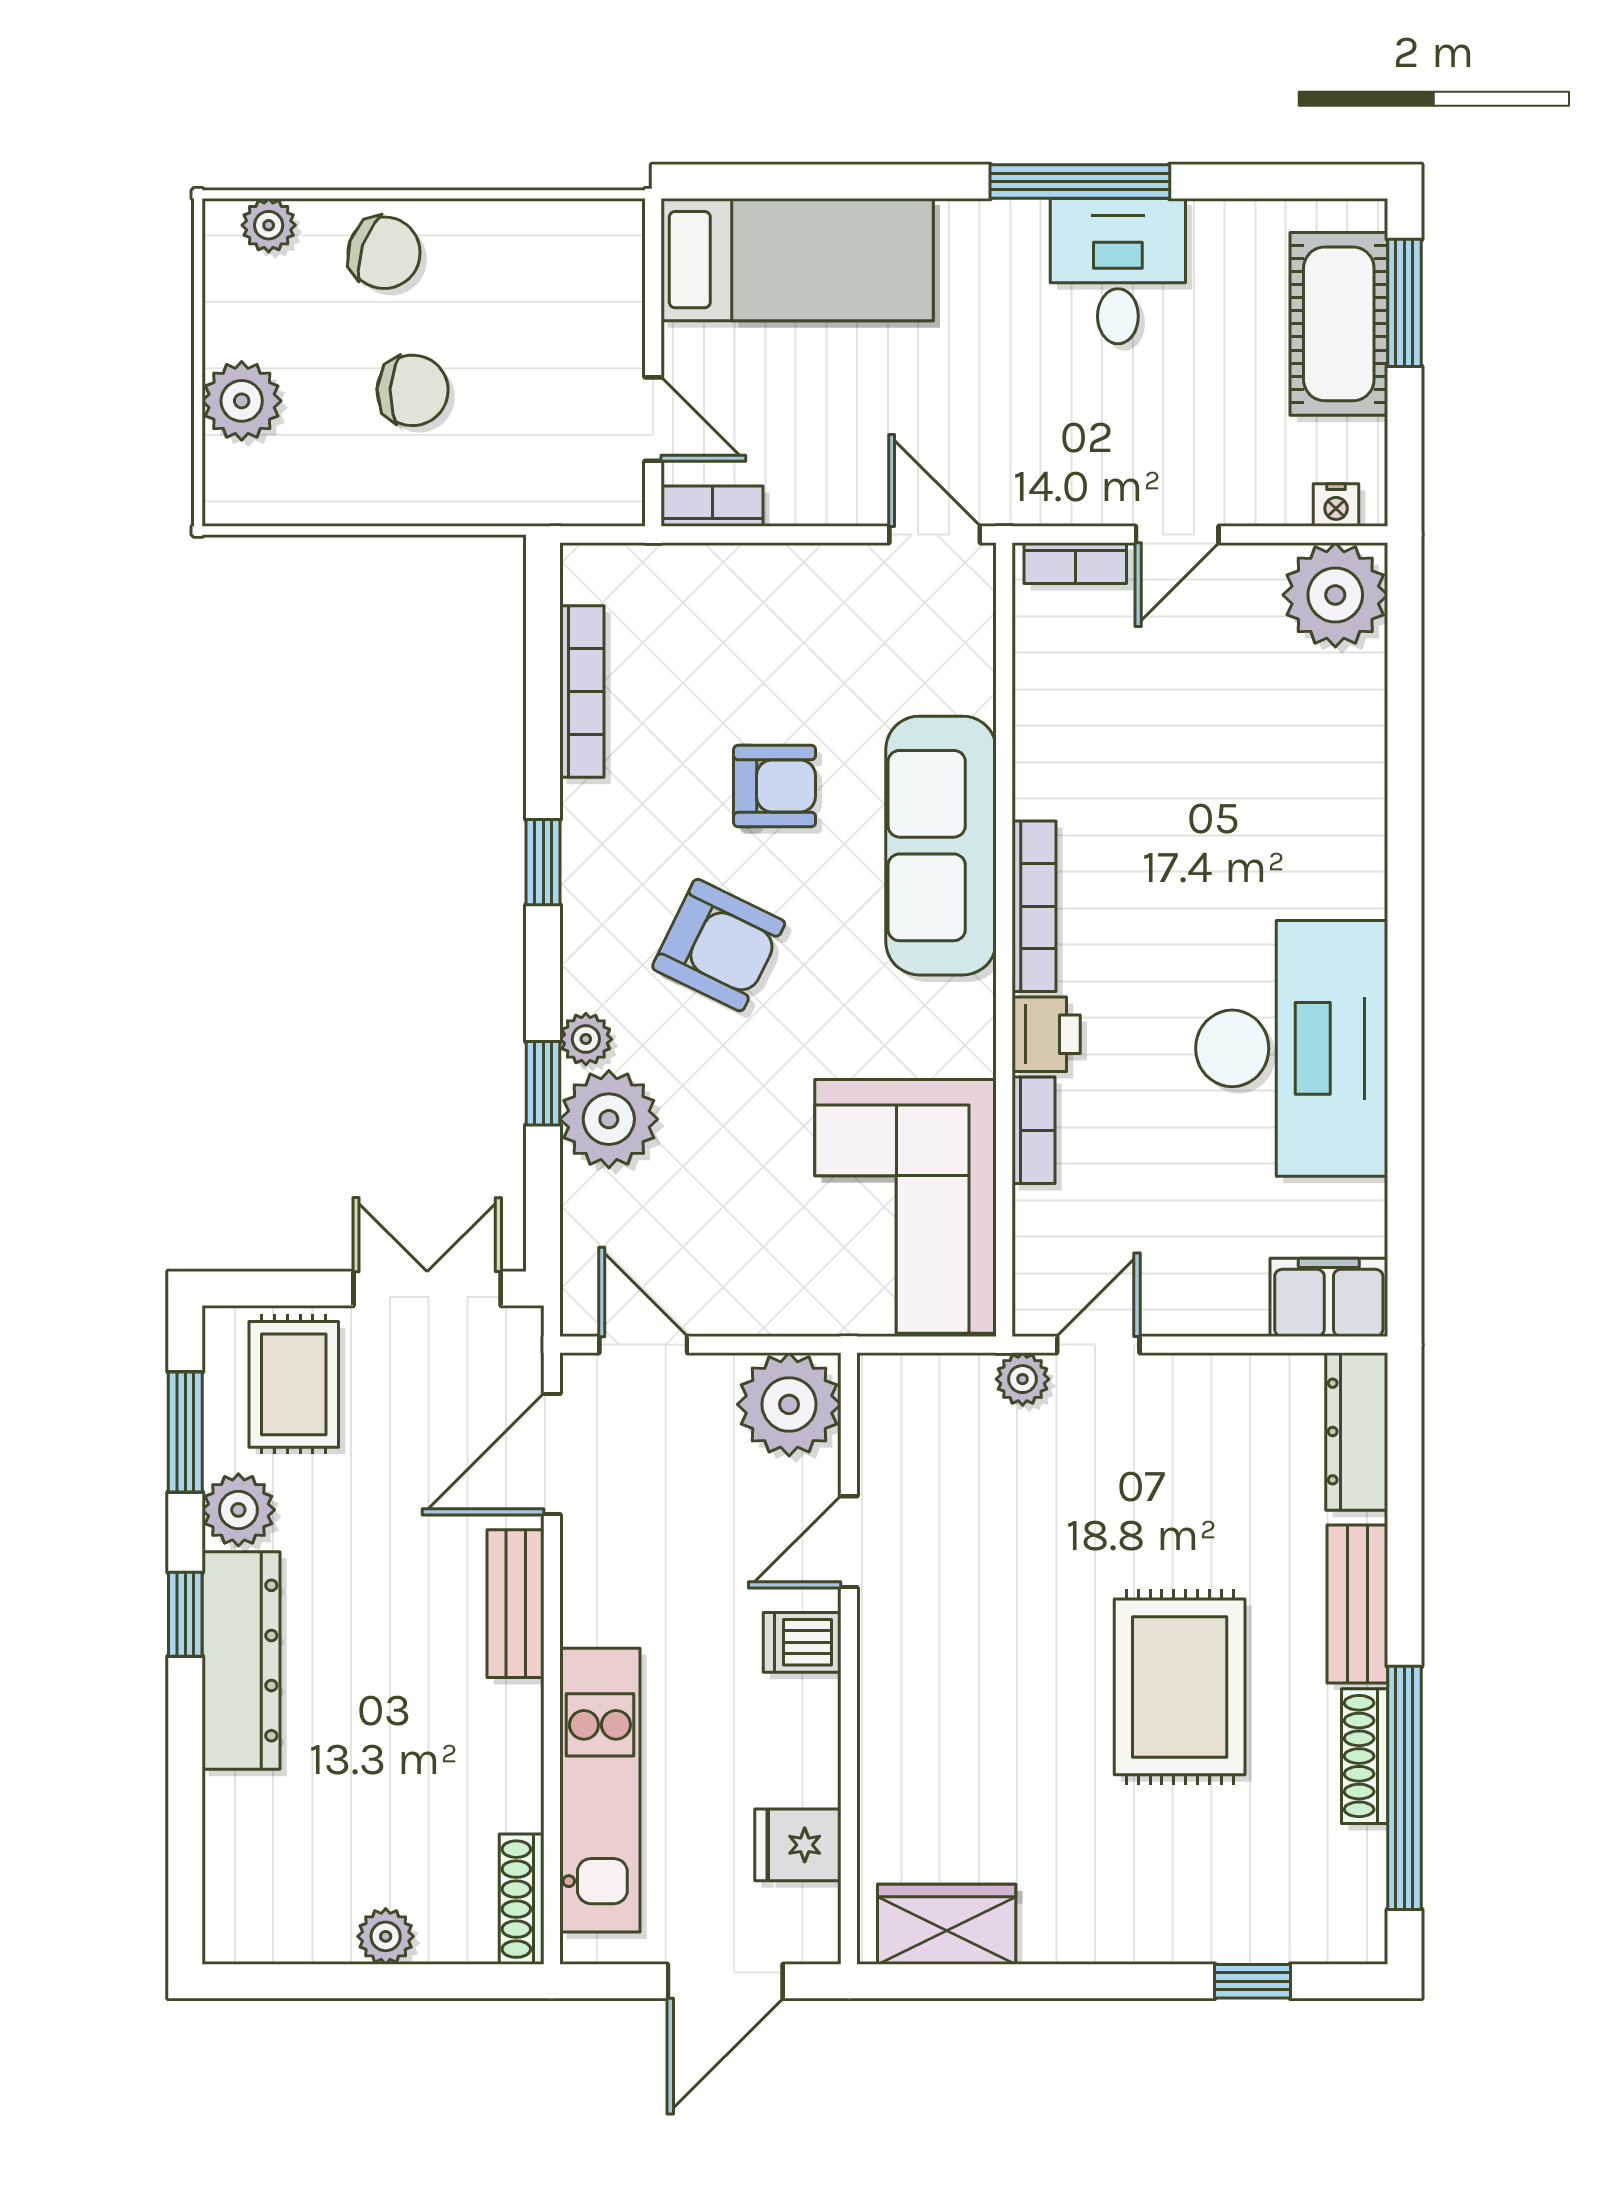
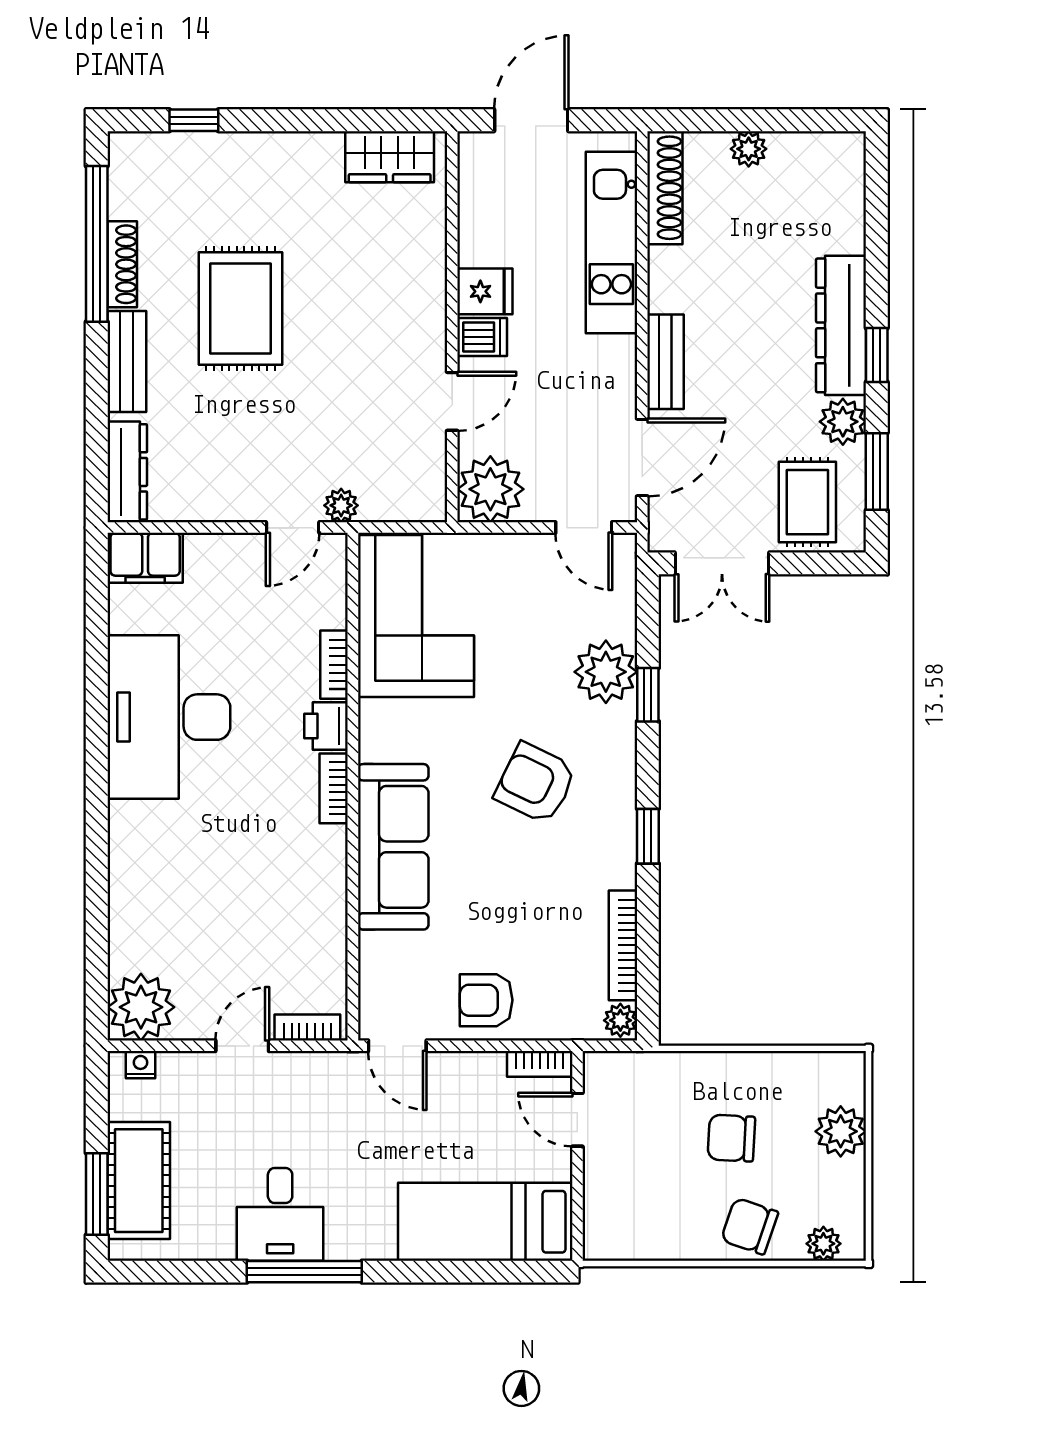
armchair: (775, 786) -> (486, 1000), moved
bookcase: (1034, 906) -> (334, 788), width x0.64
plant: (586, 1039) -> (620, 1020), moved
fridge: (798, 1845) -> (485, 291), moved
shoe rack: (522, 1899) -> (665, 188), width x1.36, depth x1.24

